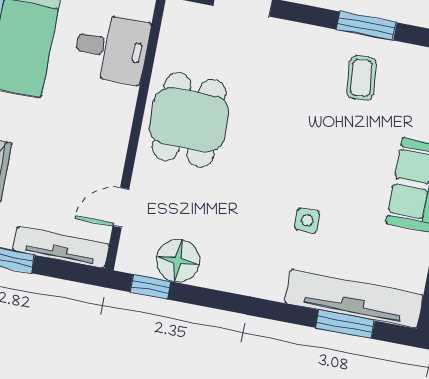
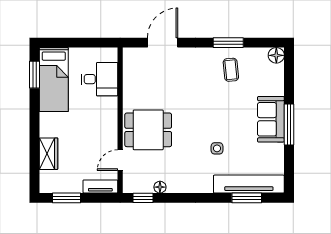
dining table: (189, 120) -> (148, 130), moved, turned 90
tv unit: (61, 247) -> (100, 186), width x0.71
floor lamp: (178, 261) -> (160, 187), width x0.53, depth x0.53

